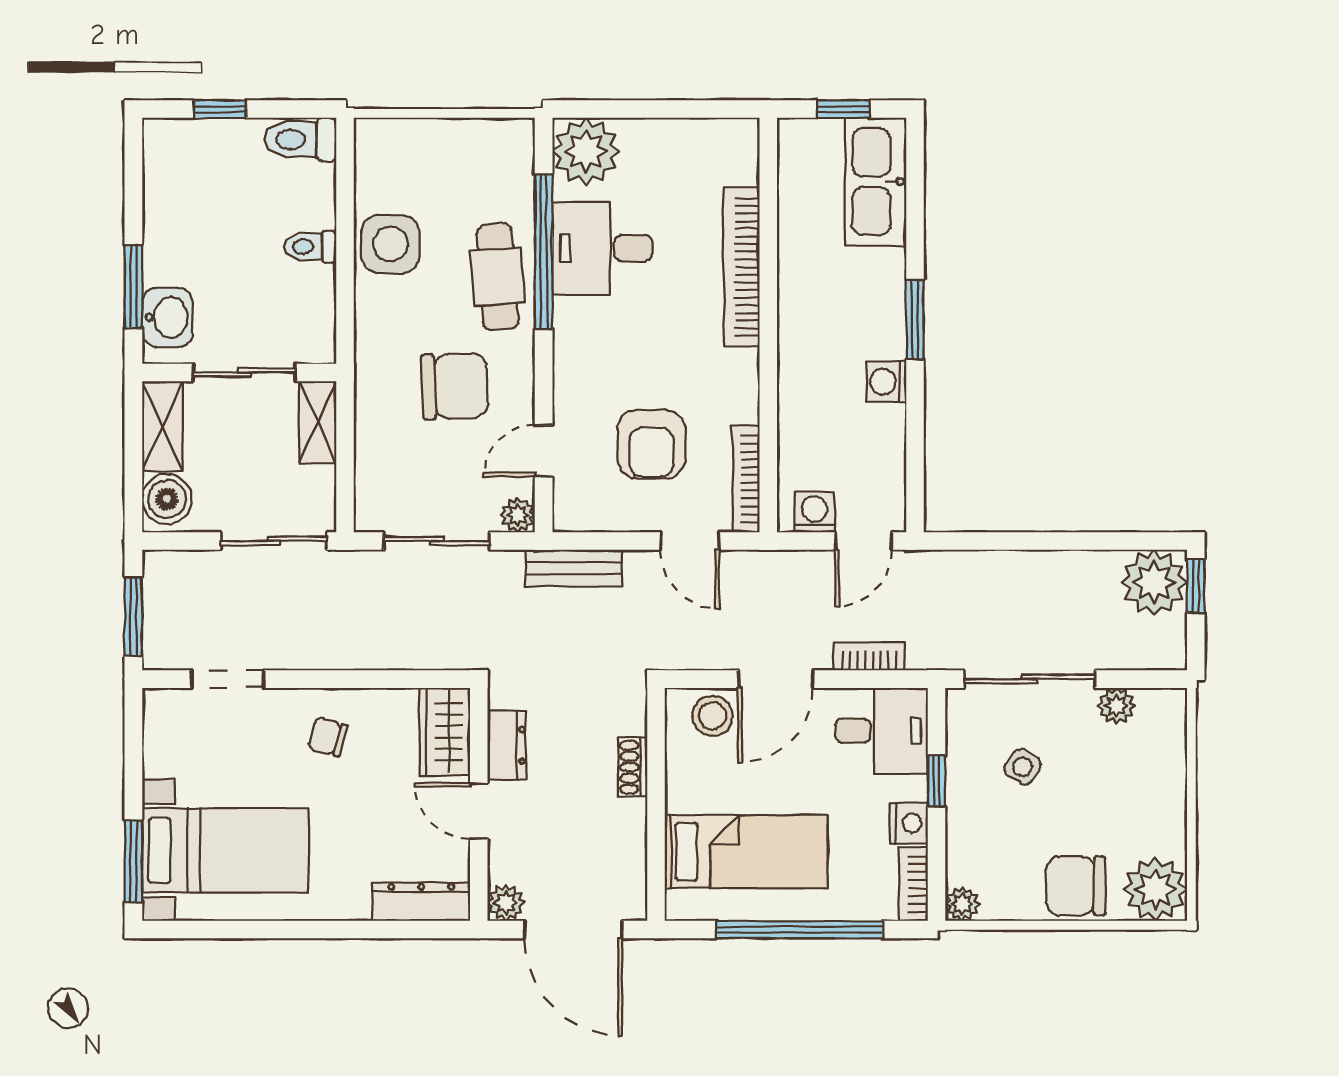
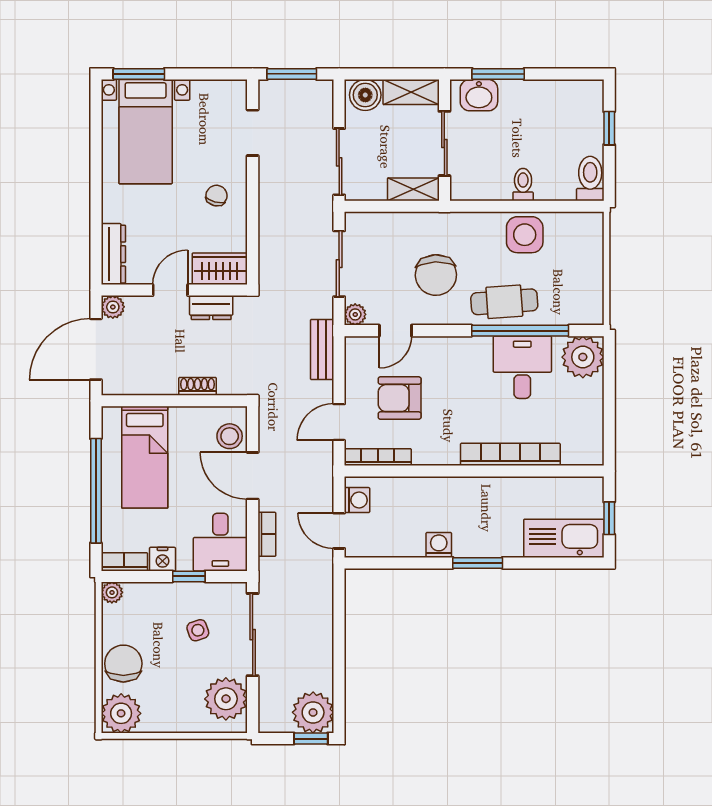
door: (544, 451) -> (395, 331), swing flipped
plant: (1116, 706) -> (226, 699), width x1.88, depth x1.88
side table: (1023, 767) -> (198, 630), turned 37

